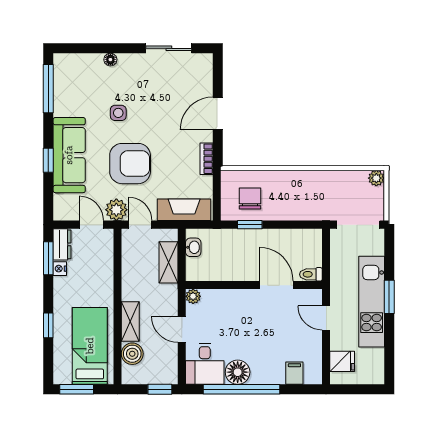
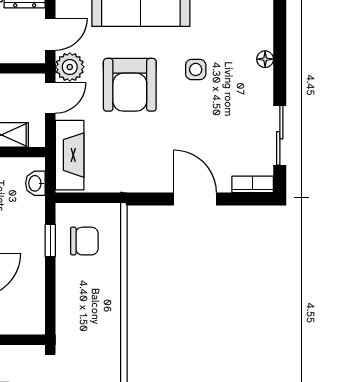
bookcase: (207, 159) -> (253, 184), moved
washbasin: (193, 247) -> (35, 183), moved, turned 90

